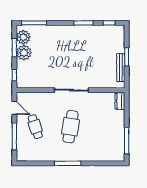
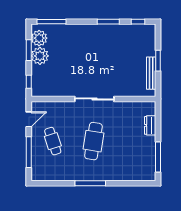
dresser: (120, 101) -> (150, 125), moved
door: (14, 108) -> (29, 119), hinge flipped

